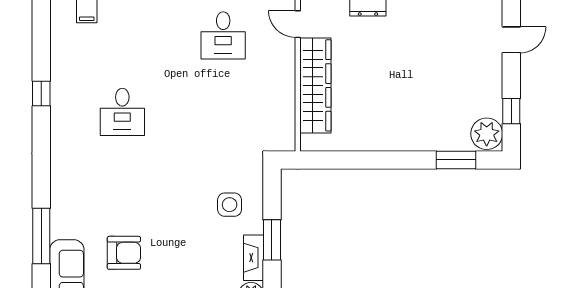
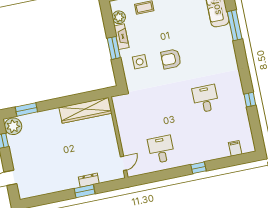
door: (298, 24) -> (123, 163), hinge flipped
wardrobe: (315, 85) -> (85, 110), moved, turned -90
armchair: (124, 253) -> (171, 59), moved

